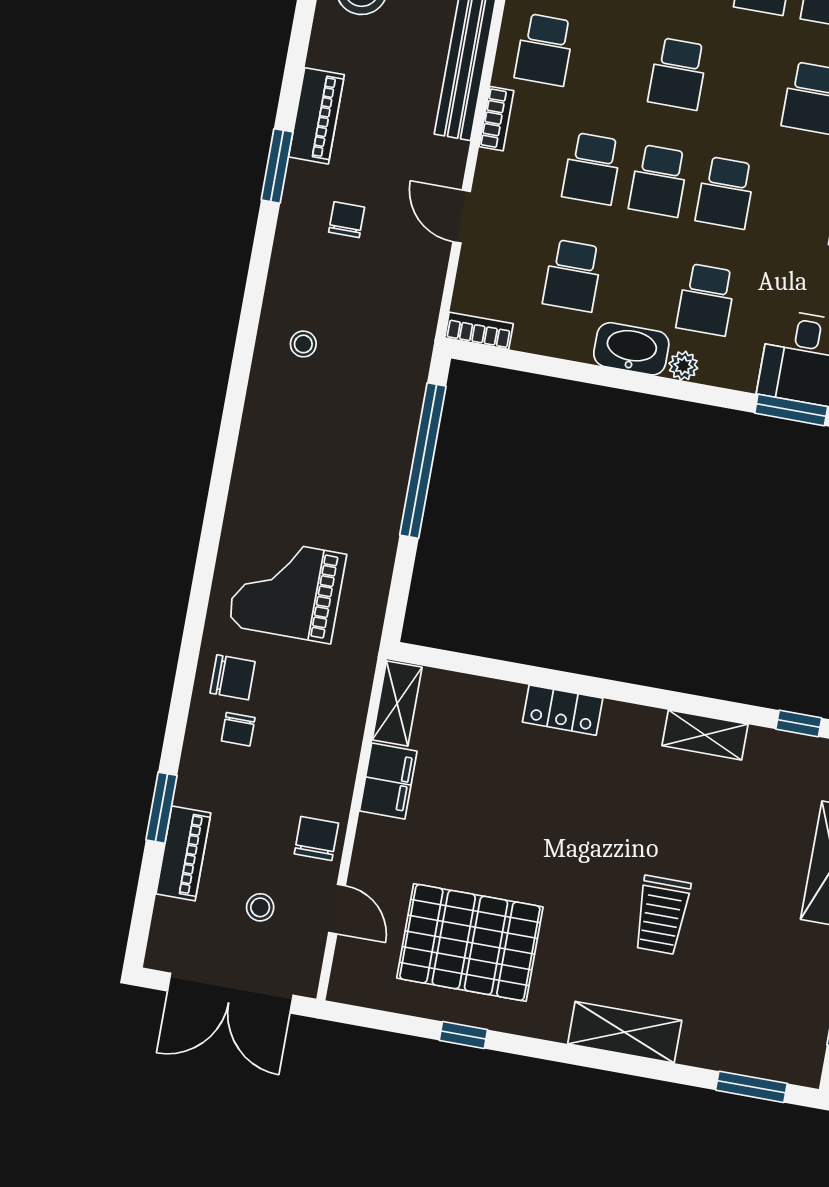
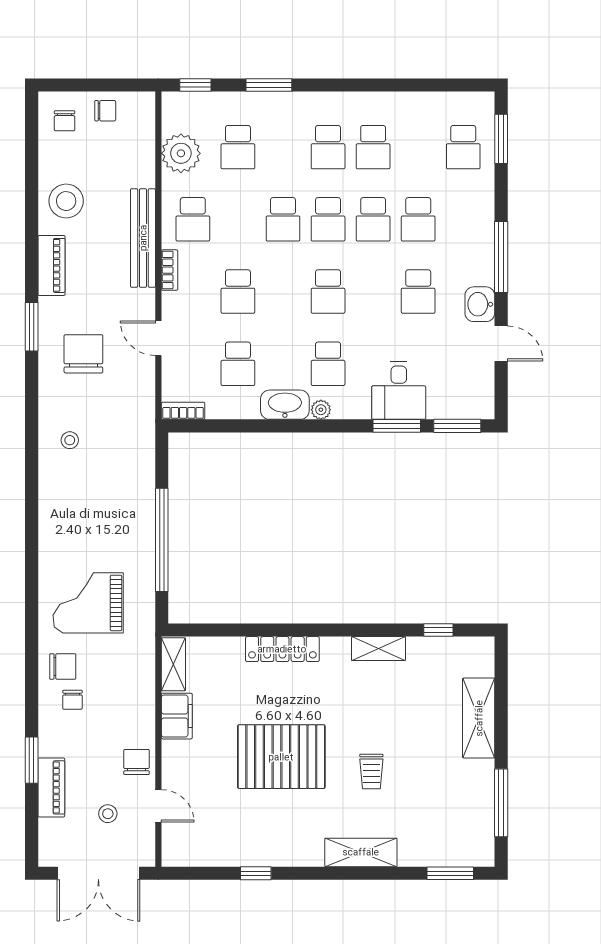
piano: (316, 116) -> (51, 265), moved
school desk: (659, 181) -> (328, 219), moved
chair: (347, 220) -> (83, 354), width x1.87, depth x1.87
window: (423, 461) -> (162, 540), moved
locker: (563, 710) -> (282, 649), width x1.53
trolley: (662, 915) -> (371, 771), width x0.73, depth x0.72
pallet: (470, 942) -> (281, 757), moved

